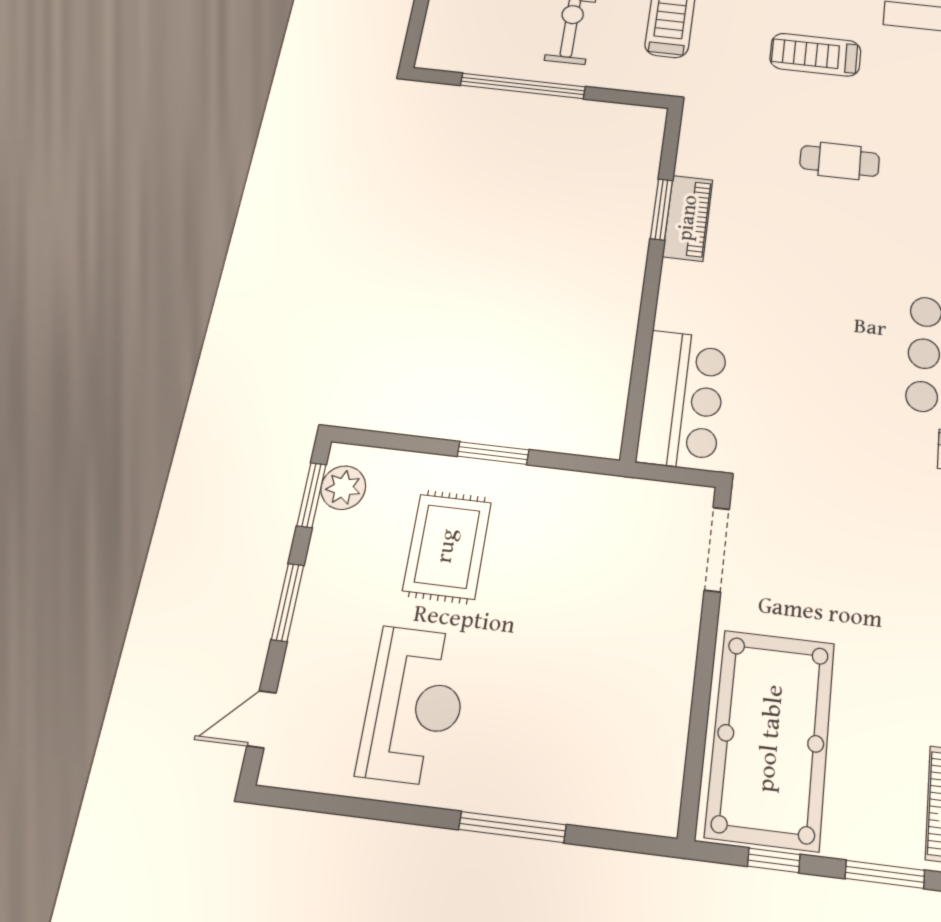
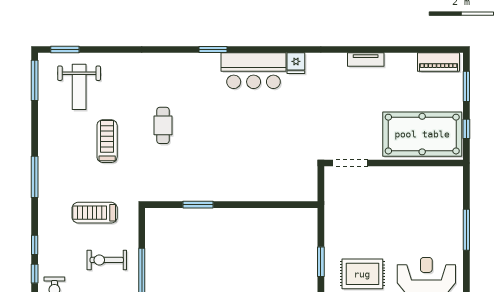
treadmill: (815, 55) -> (107, 141), turned 180
piano: (688, 218) -> (201, 192), removed
bar counter: (682, 399) -> (287, 185), removed

